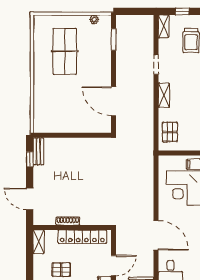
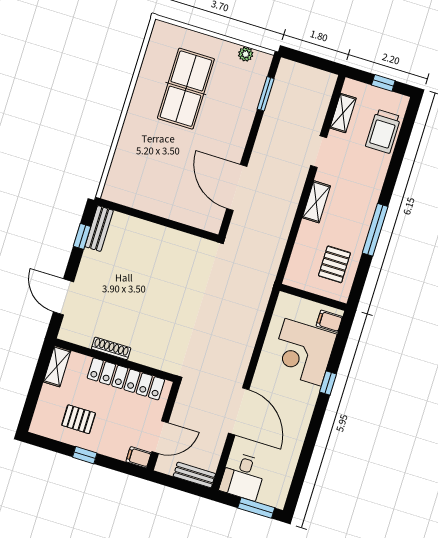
shelving: (164, 26) -> (343, 113), moved
pallet: (170, 132) -> (334, 264), moved

